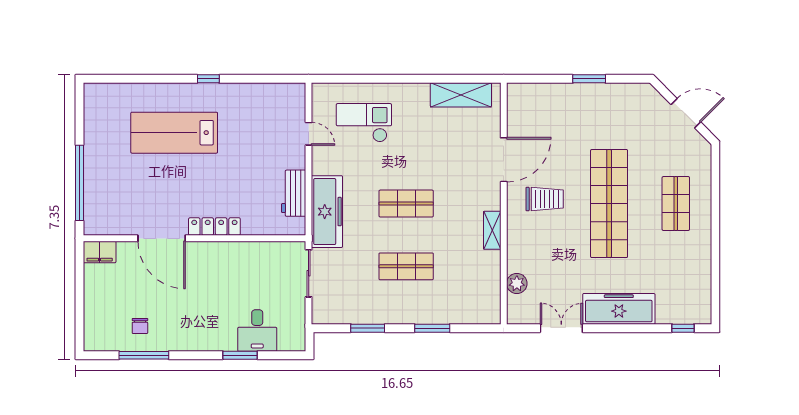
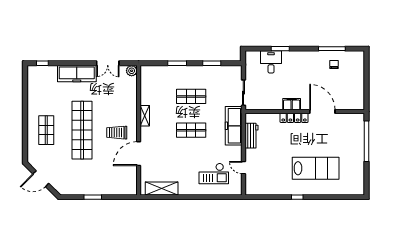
filing cabinet: (100, 252) -> (292, 104), moved
plant: (517, 283) -> (132, 71), moved

